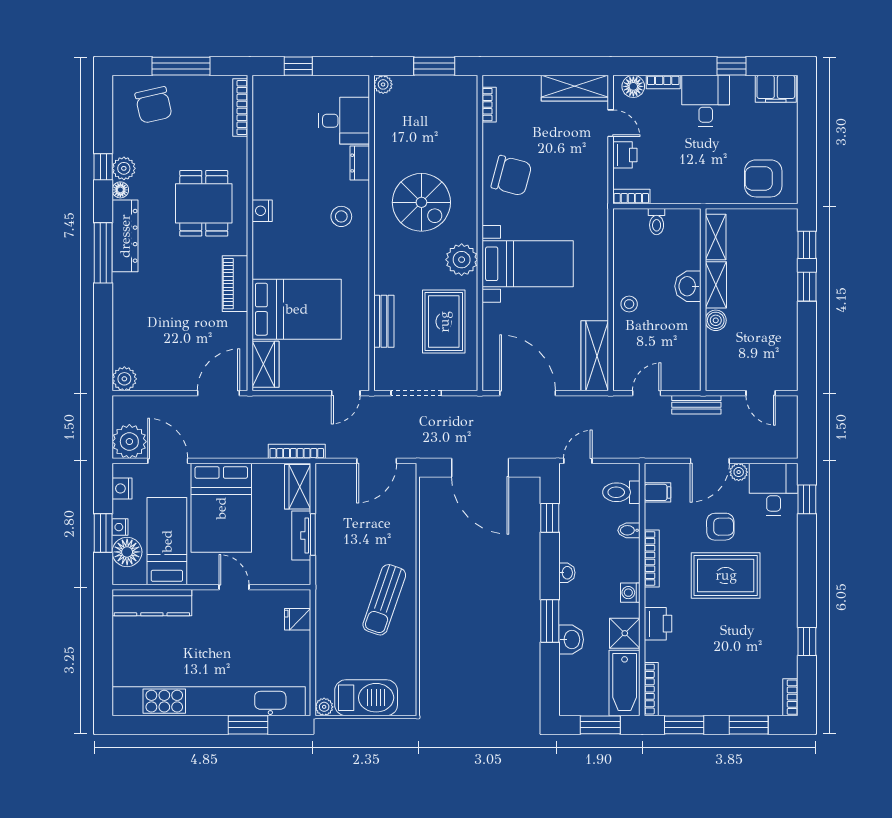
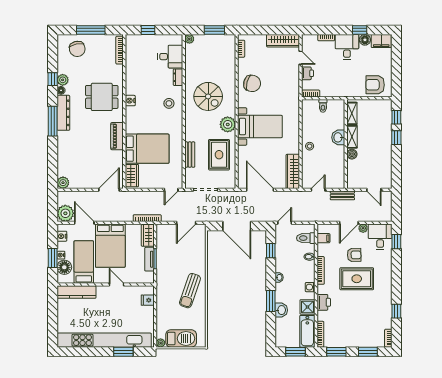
floor lamp: (633, 86) -> (365, 40), moved
dining table: (204, 203) -> (102, 97), turned 90

